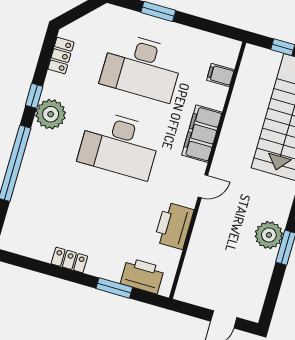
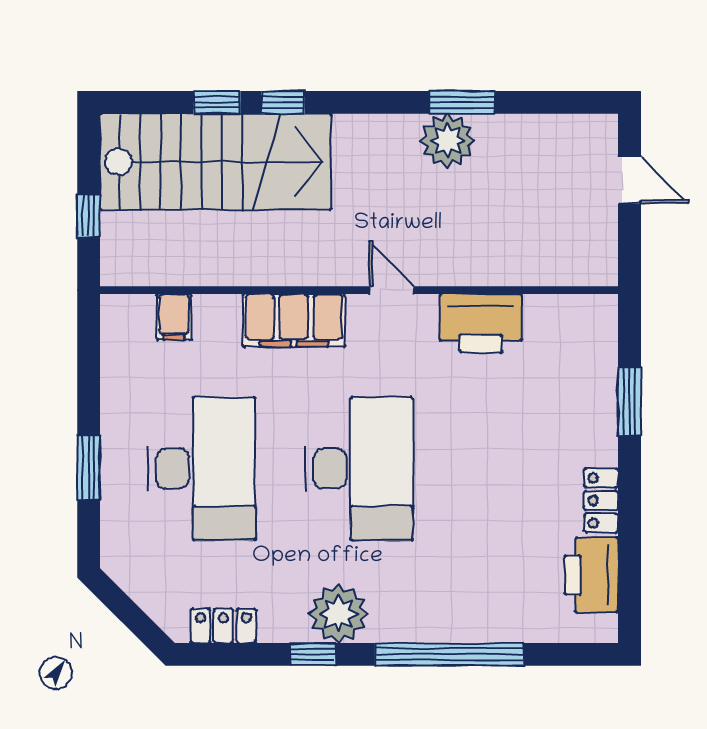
printer: (142, 276) -> (591, 575), moved

